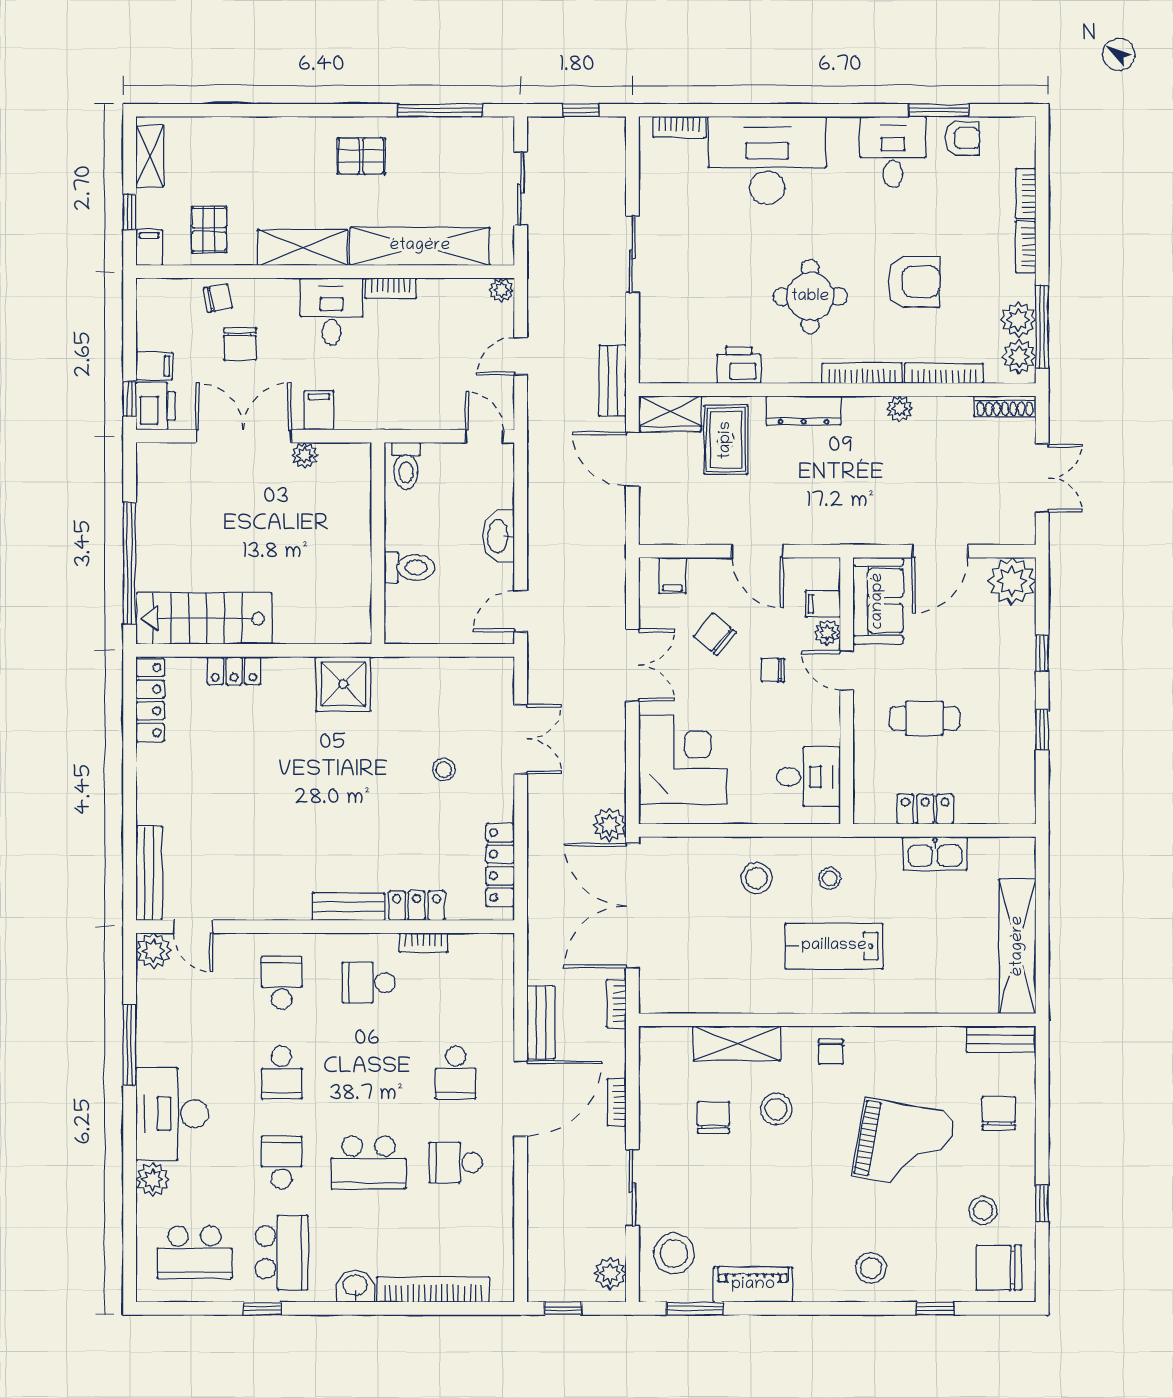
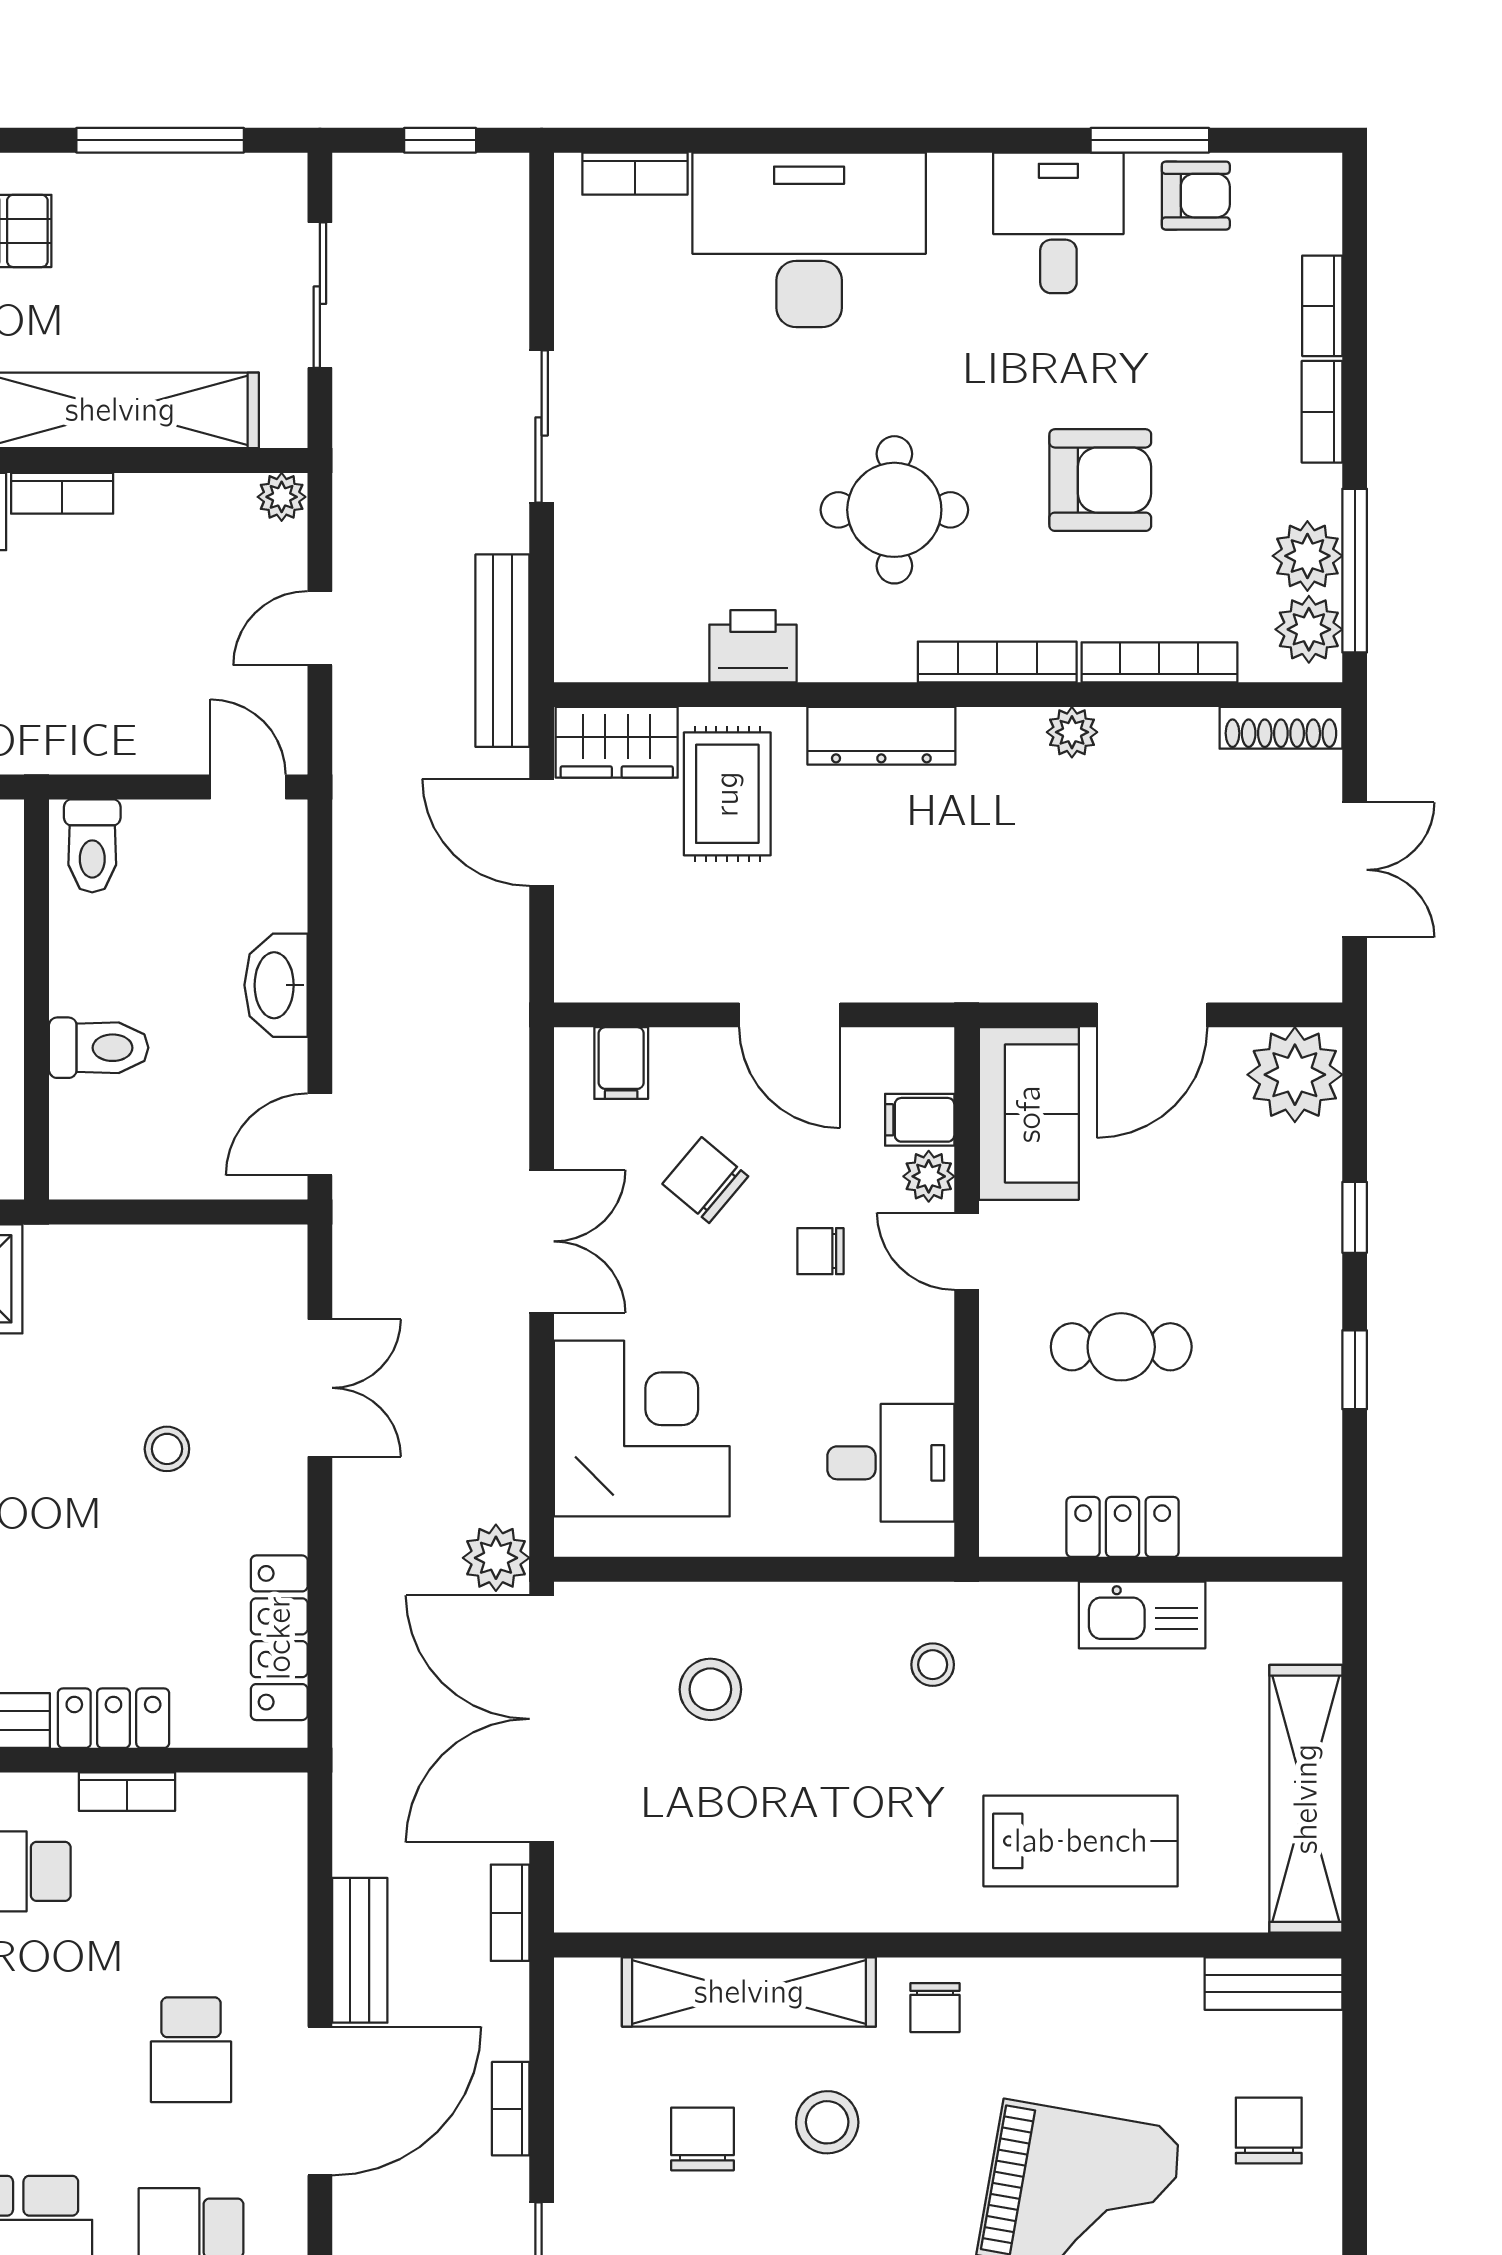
bench: (613, 380) -> (502, 651), width x1.36
stool: (756, 878) -> (710, 1689), moved
lab bench: (834, 946) -> (1081, 1841), moved, turned 180
shelving: (737, 1043) -> (749, 1992), width x1.47

